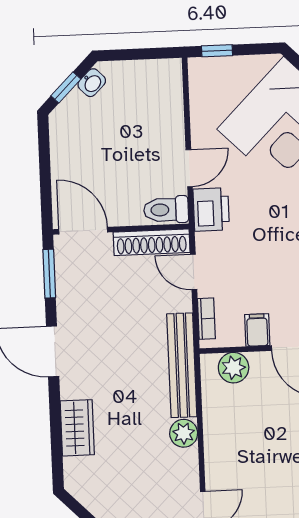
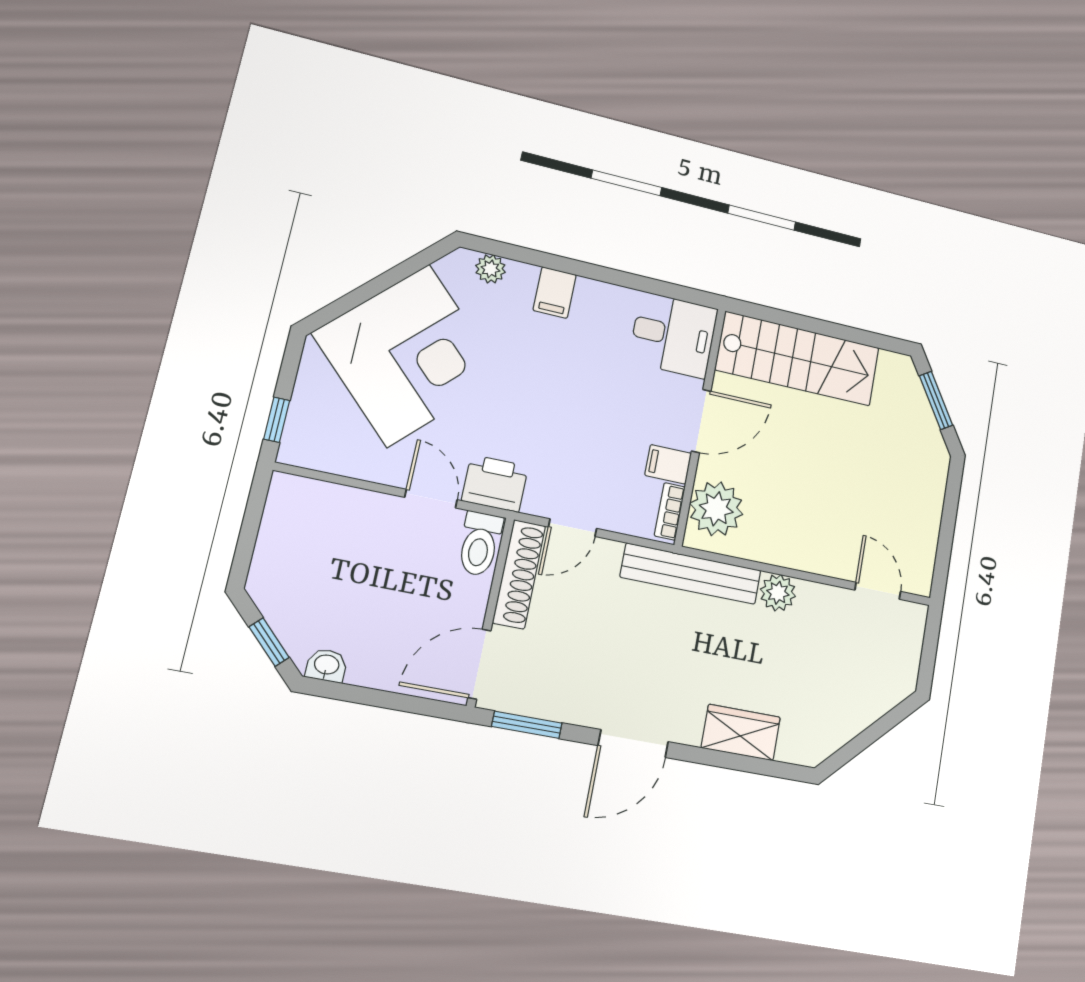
washbasin: (92, 83) -> (326, 665), moved, turned -45
bookcase: (206, 319) -> (670, 511), moved, turned -90
plant: (234, 368) -> (716, 509), width x1.36, depth x1.36

